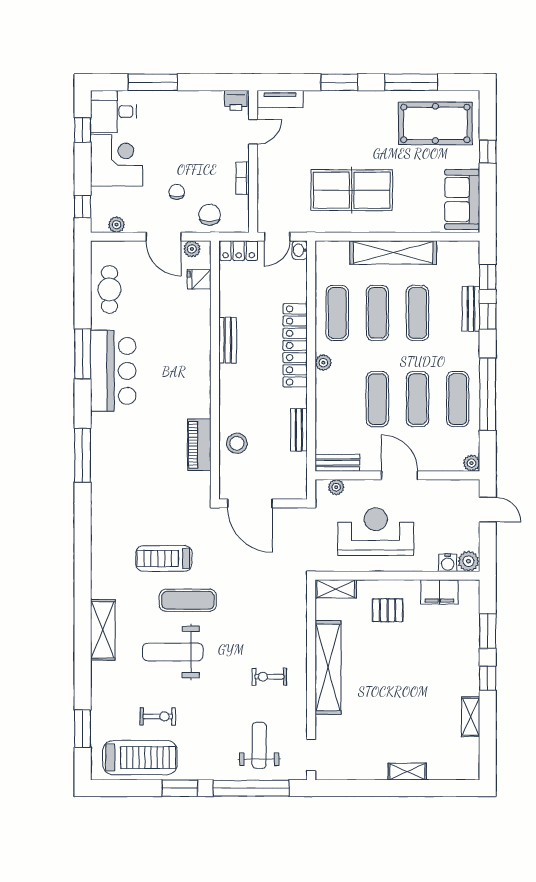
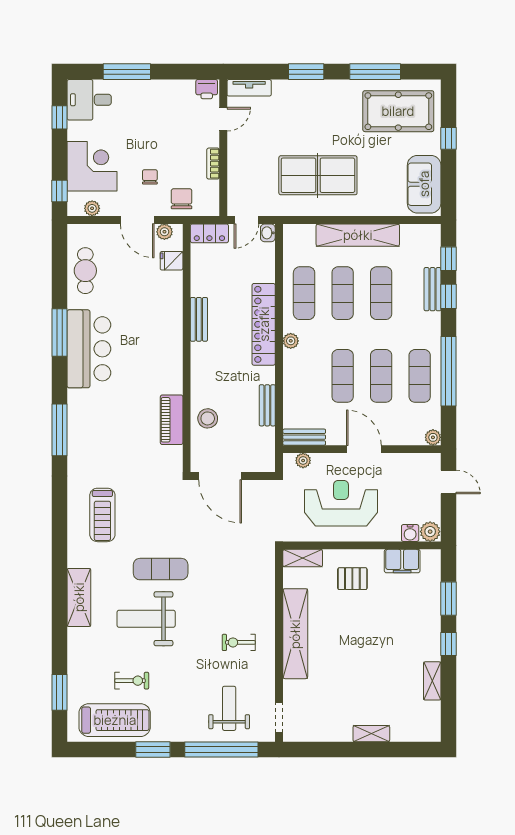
corner desk: (117, 160) -> (92, 166), moved
treadmill: (164, 558) -> (102, 515), moved, turned -90

